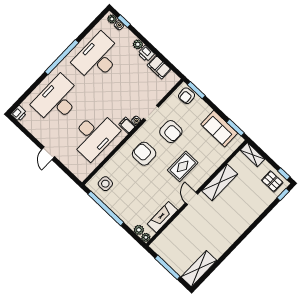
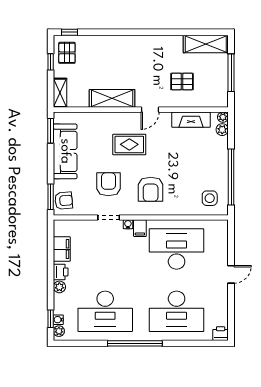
sofa: (219, 129) -> (65, 151), width x1.36
window: (284, 174) -> (51, 62), moved
pallet: (190, 233) -> (182, 82), added

